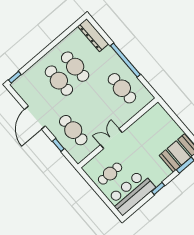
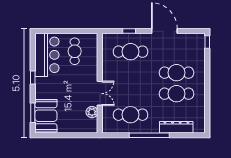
dresser: (93, 35) -> (176, 127), moved
plant: (146, 120) -> (92, 112), added
double door: (111, 139) -> (100, 93), moved

